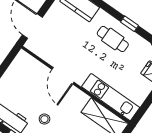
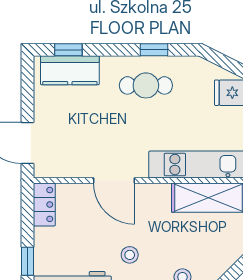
locker: (19, 63) -> (44, 204), added

